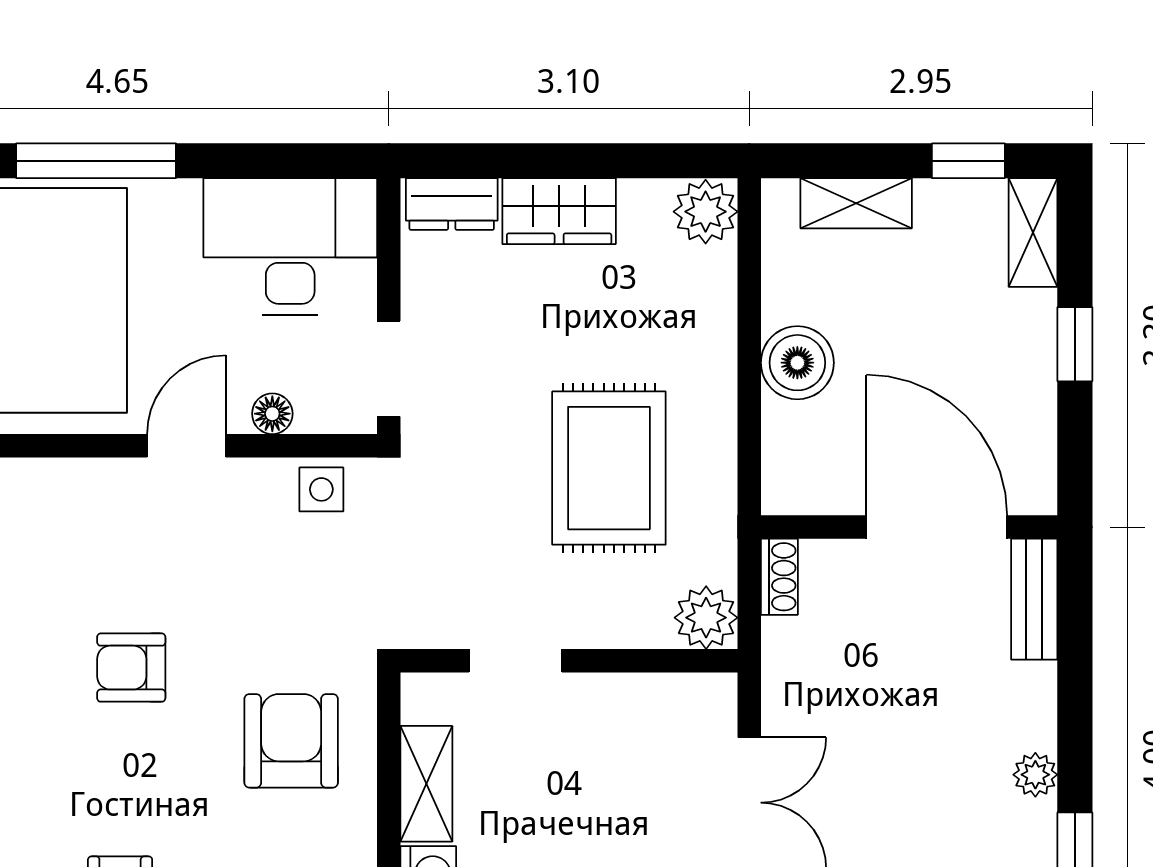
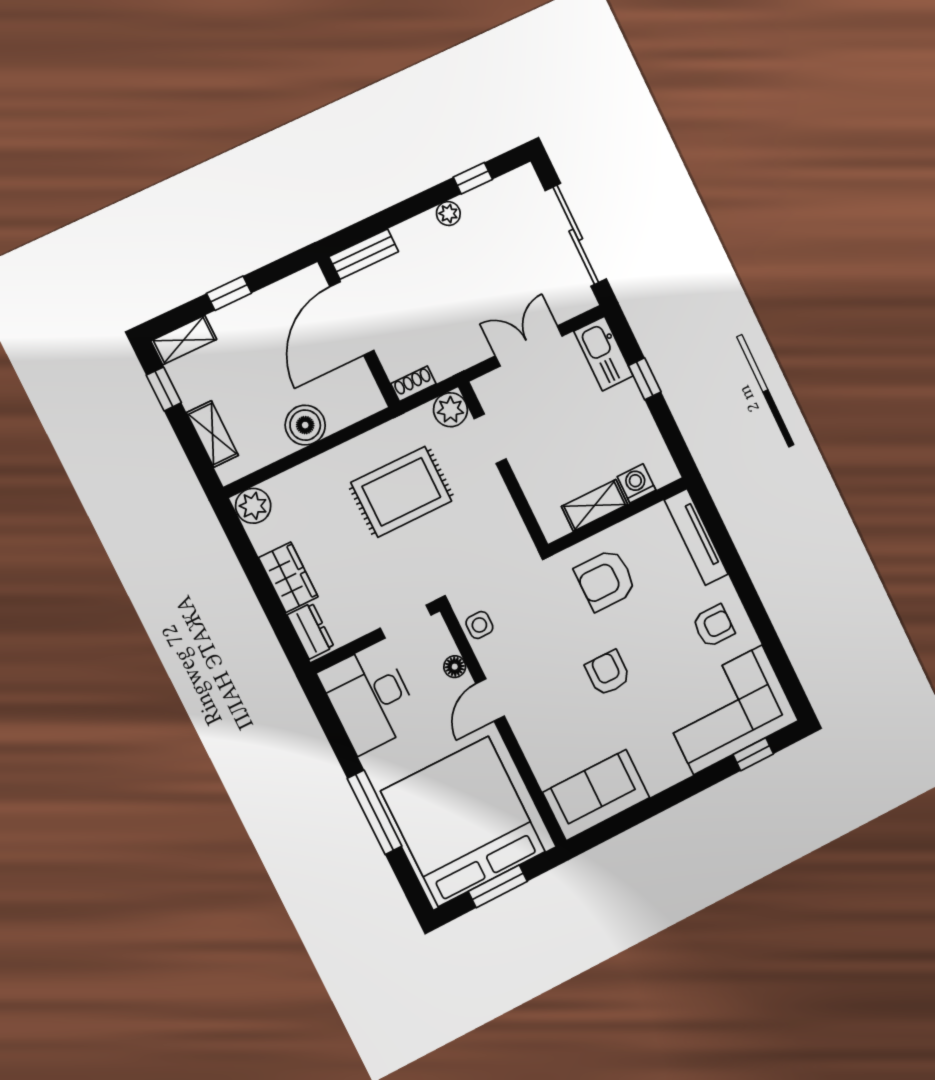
door: (186, 446) -> (490, 700), hinge flipped
doorway: (516, 661) -> (490, 439), moved
armchair: (131, 668) -> (608, 673), turned 180

